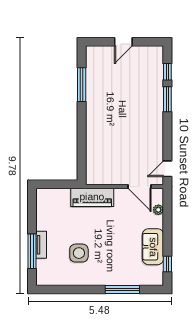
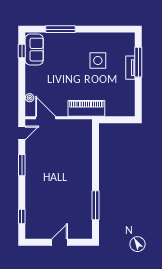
window: (167, 99) -> (22, 165), moved
sofa: (153, 247) -> (34, 50), moved

